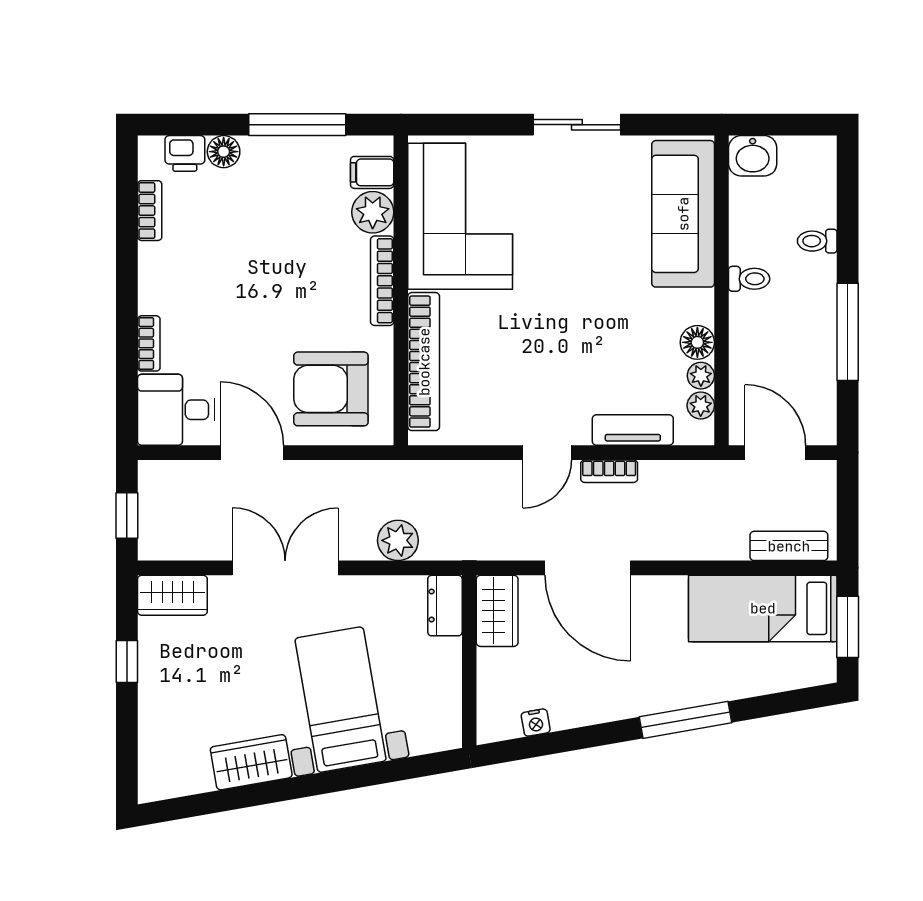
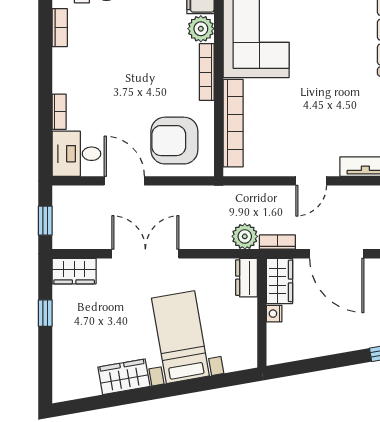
bookcase: (609, 471) -> (277, 242), moved, turned 180
plant: (398, 540) -> (245, 236), moved
nightstand: (536, 723) -> (274, 314), moved, turned 100

